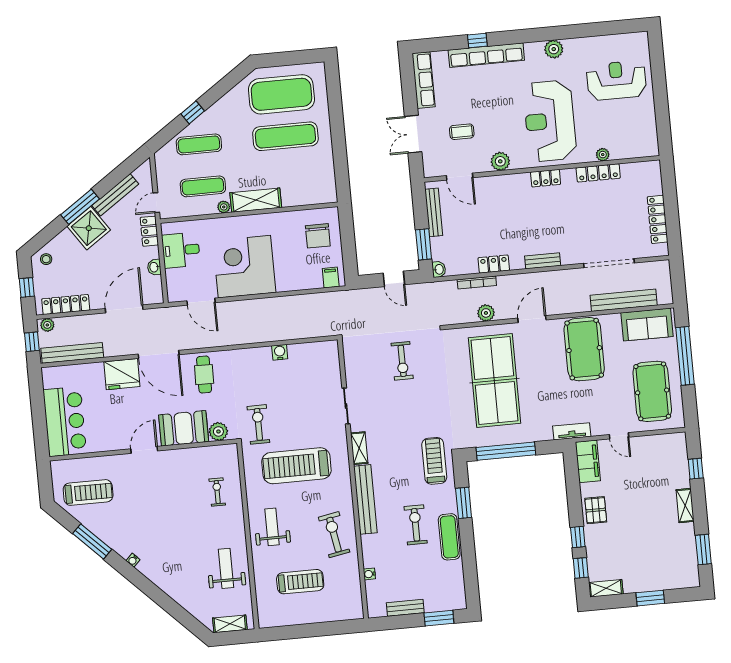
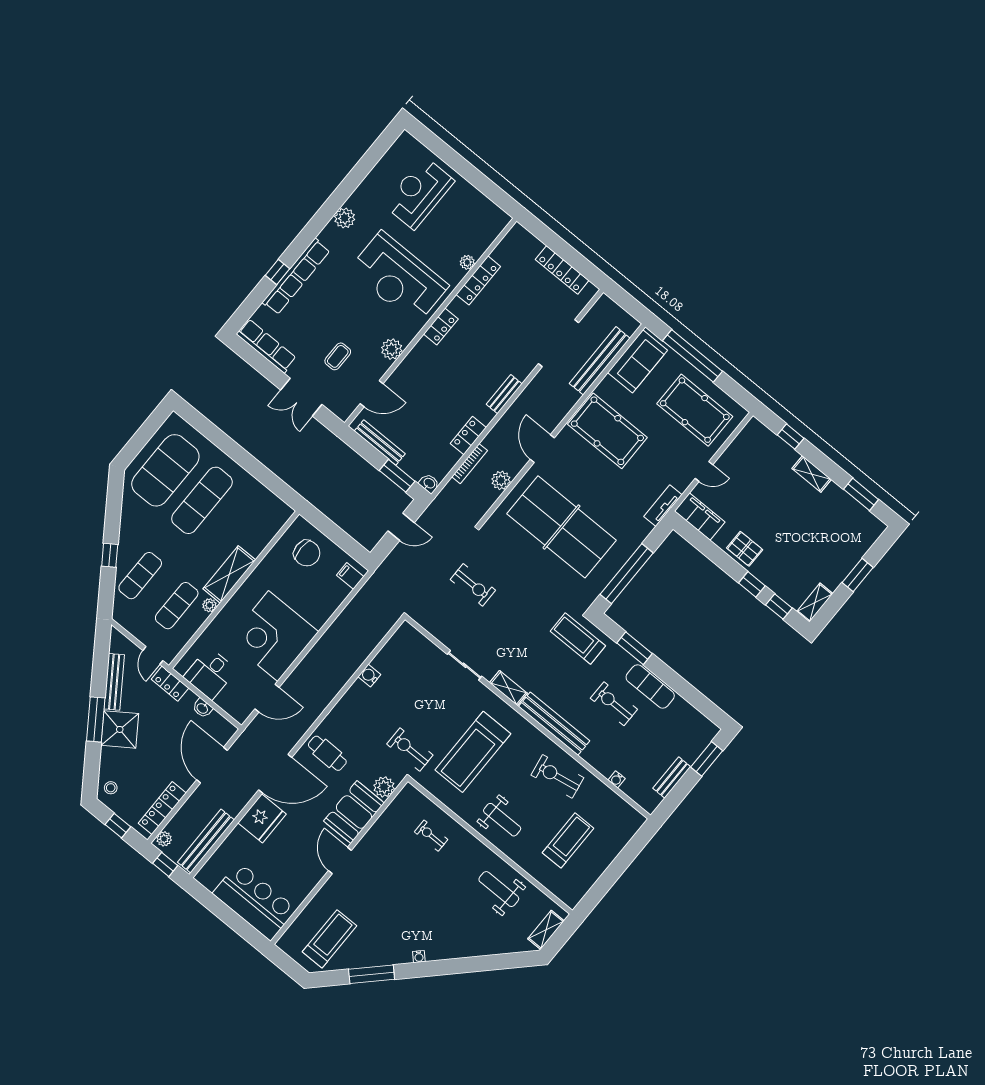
weight bench: (272, 527) -> (502, 820), turned 180

